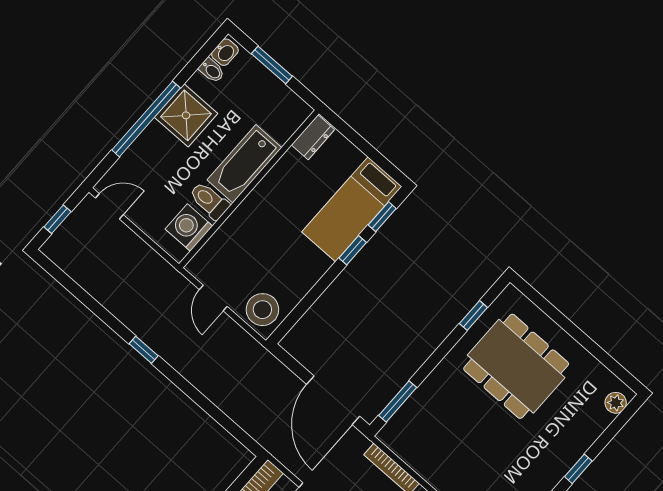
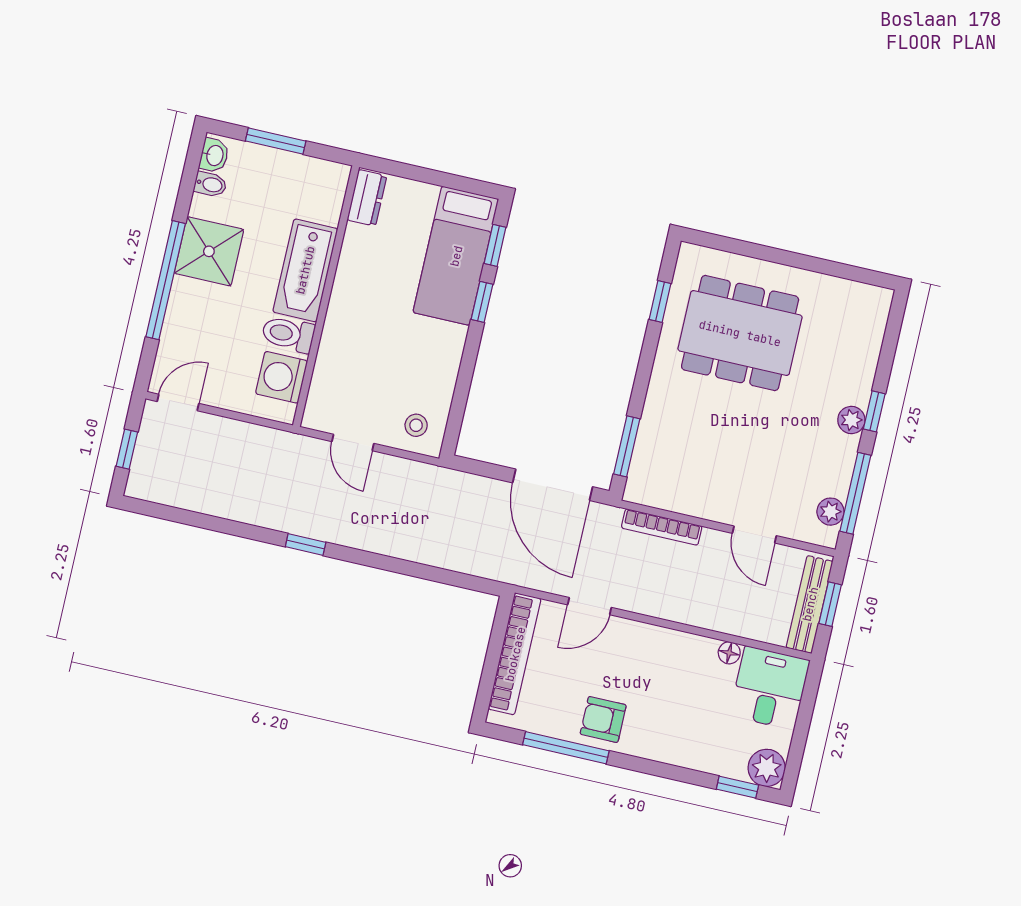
stool: (262, 310) -> (416, 425), width x0.53, depth x0.53
plant: (616, 403) -> (851, 420), moved

